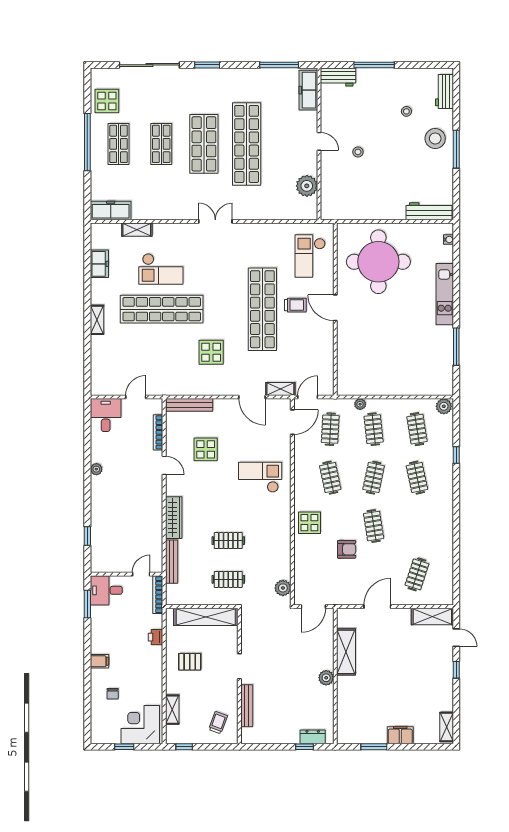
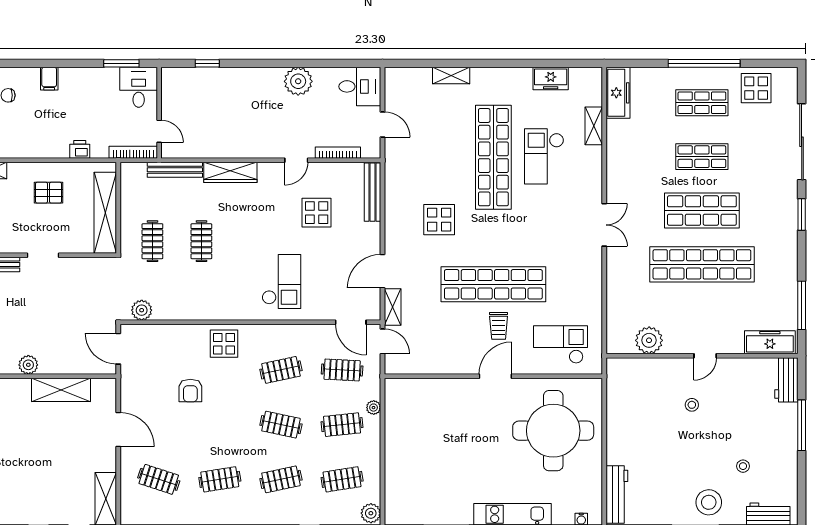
shelving: (97, 320) -> (451, 75), moved
plant: (96, 469) -> (298, 81), width x1.87, depth x1.87
clothes rail: (374, 526) -> (220, 479), moved
pallet: (190, 662) -> (48, 193), turned 90

